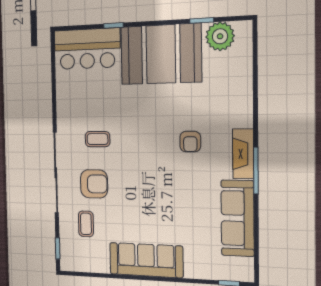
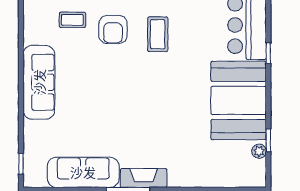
plant: (220, 36) -> (259, 151), width x0.53, depth x0.53
coffee table: (98, 139) -> (158, 34), width x1.36, depth x1.30
armchair: (190, 142) -> (155, 128), removed

